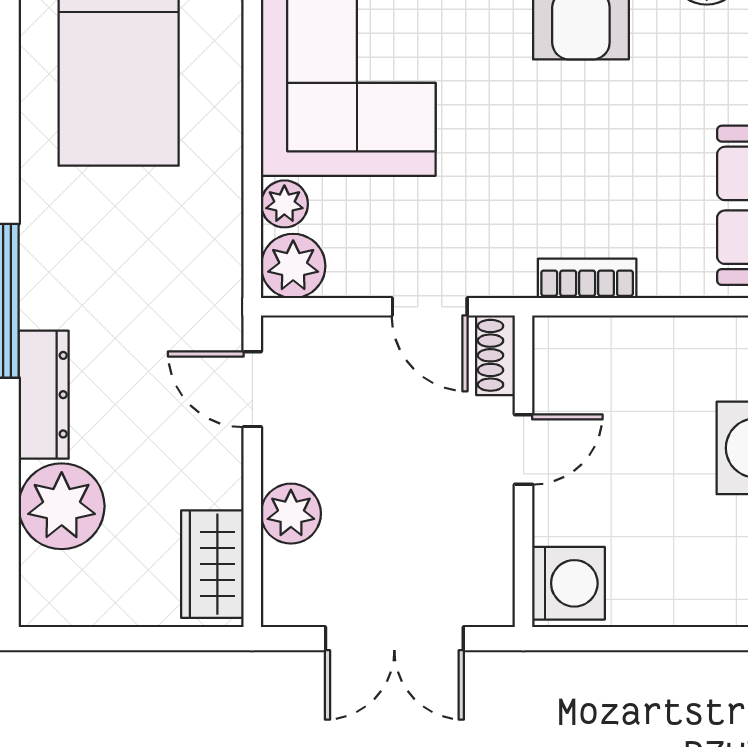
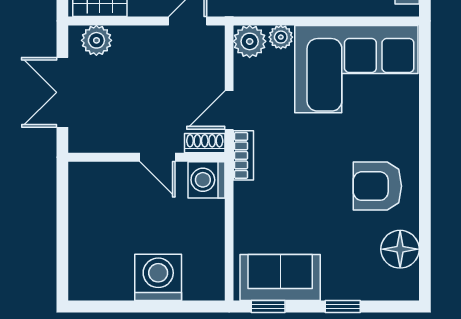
bookcase: (587, 278) -> (243, 155), moved
plant: (291, 514) -> (96, 40), moved
washing machine: (569, 583) -> (206, 180), moved, turned 90

